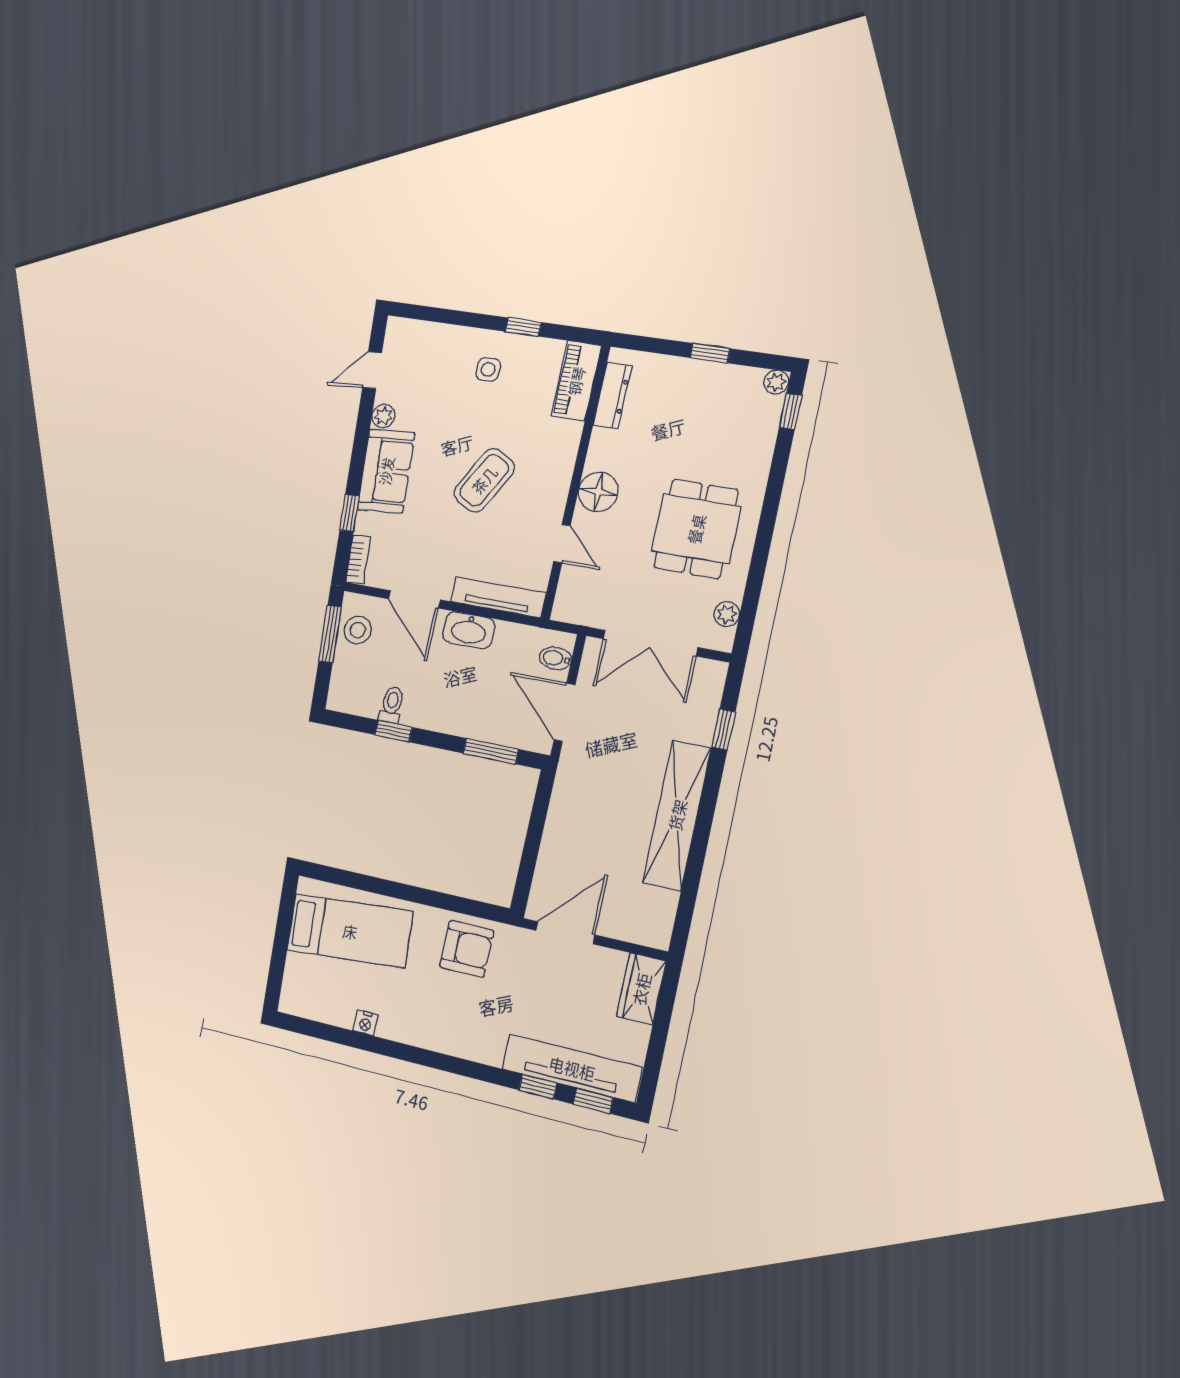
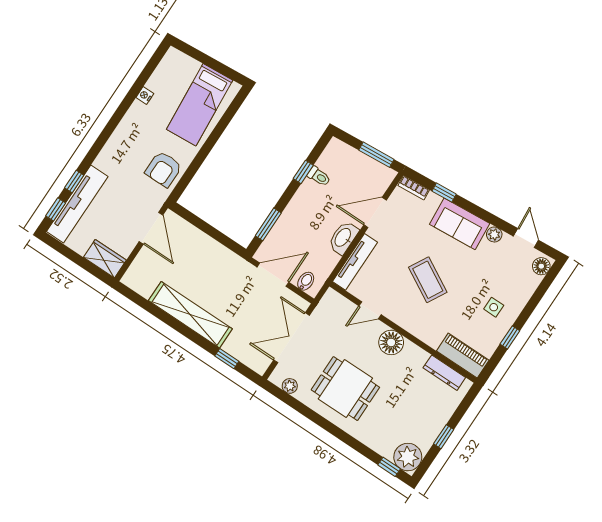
floor lamp: (404, 331) -> (541, 266), added
plant: (776, 382) -> (408, 457), width x1.88, depth x1.88
stool: (358, 630) -> (372, 172), removed

